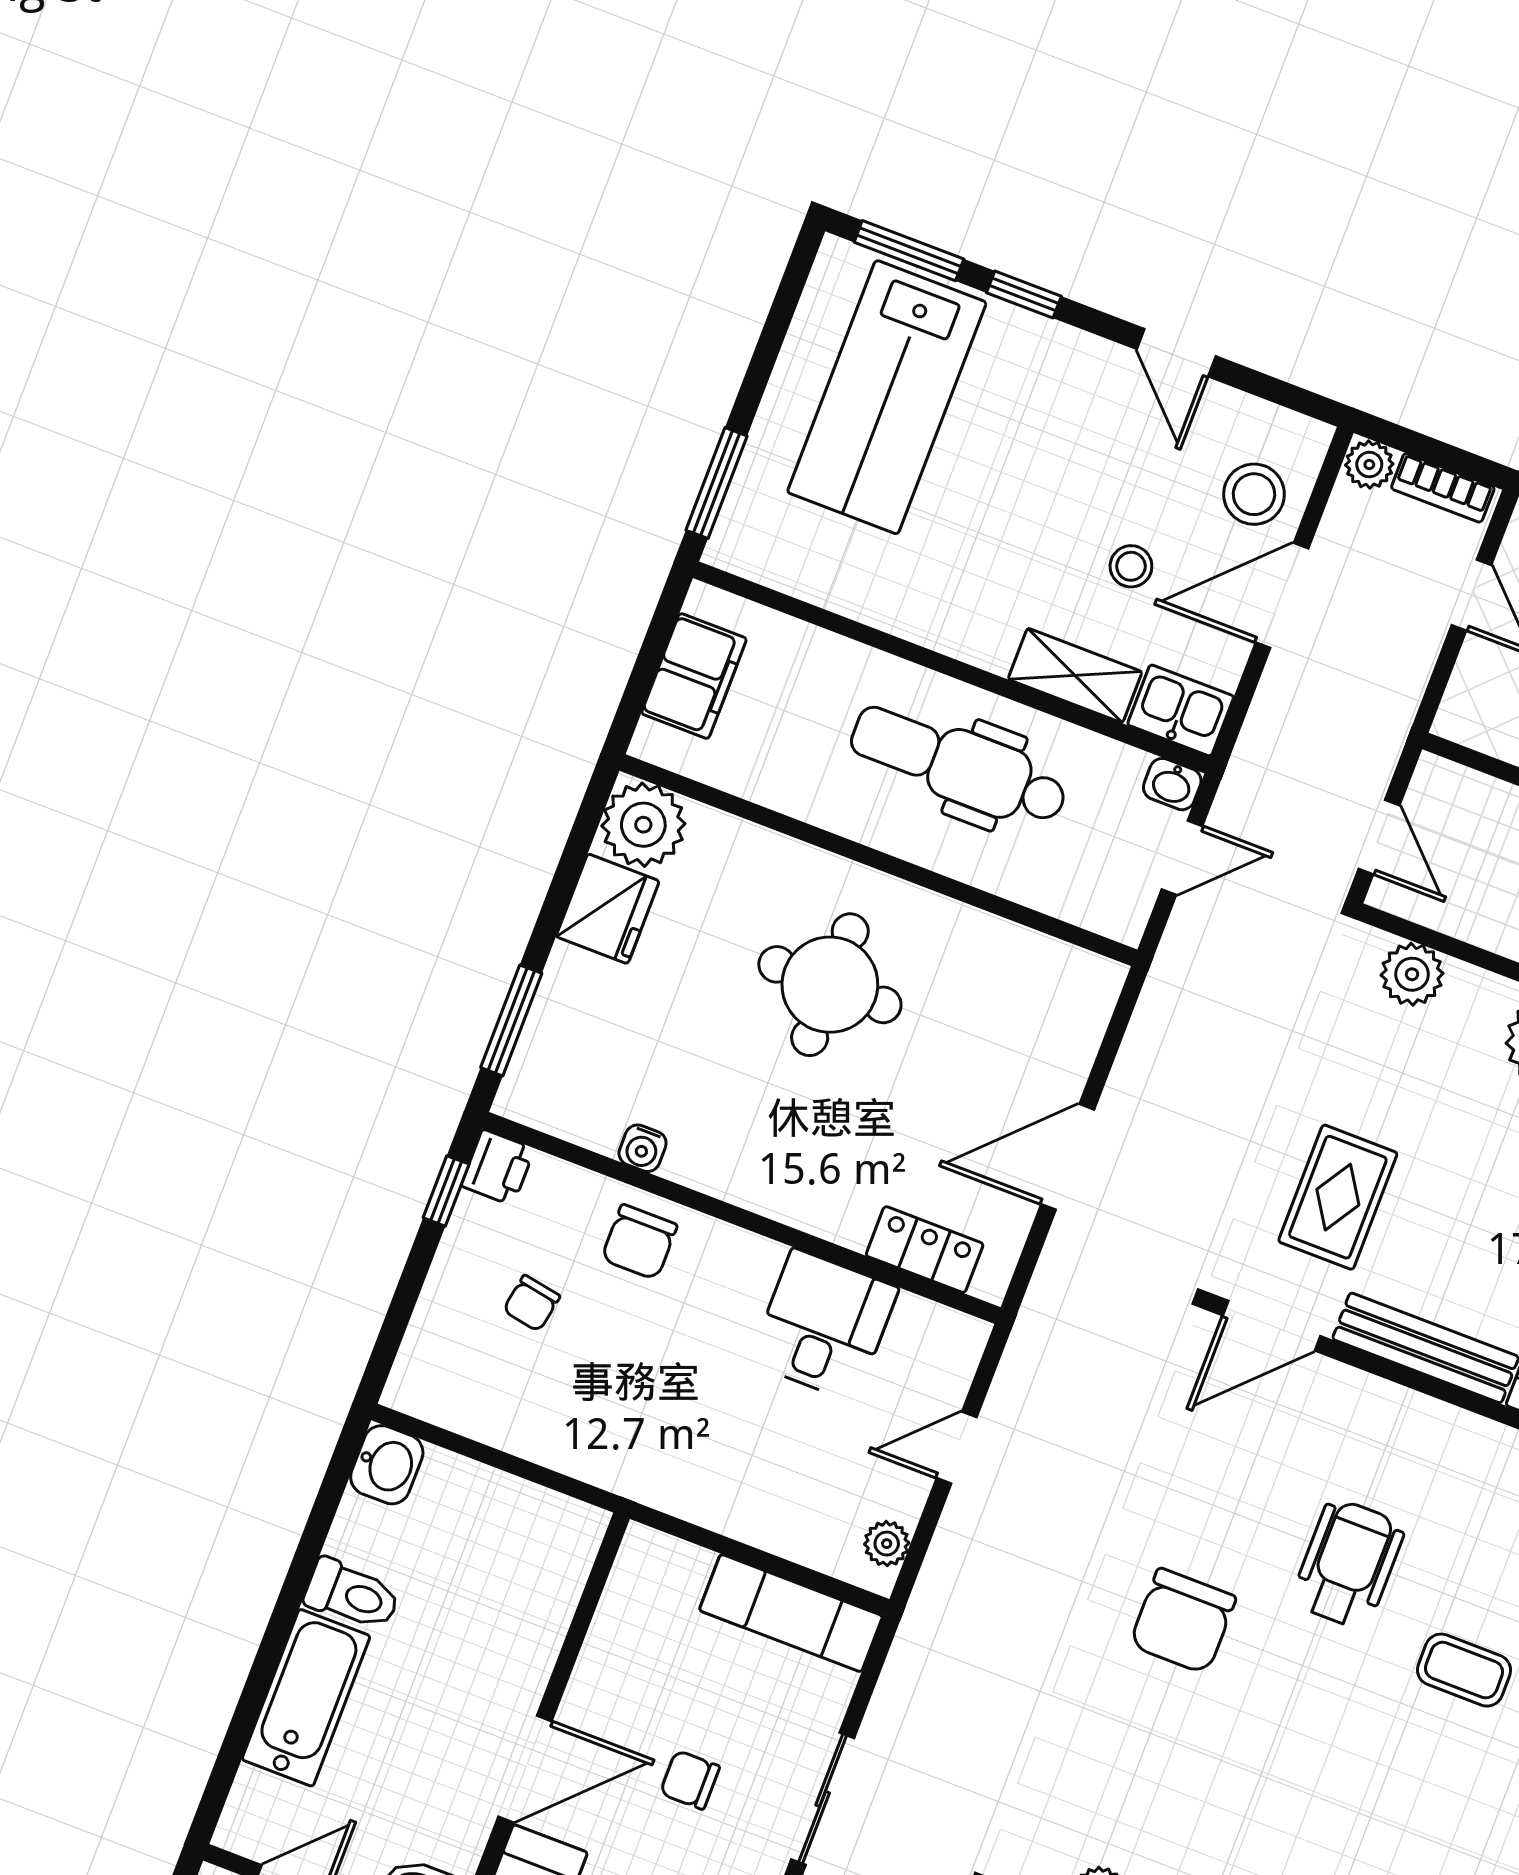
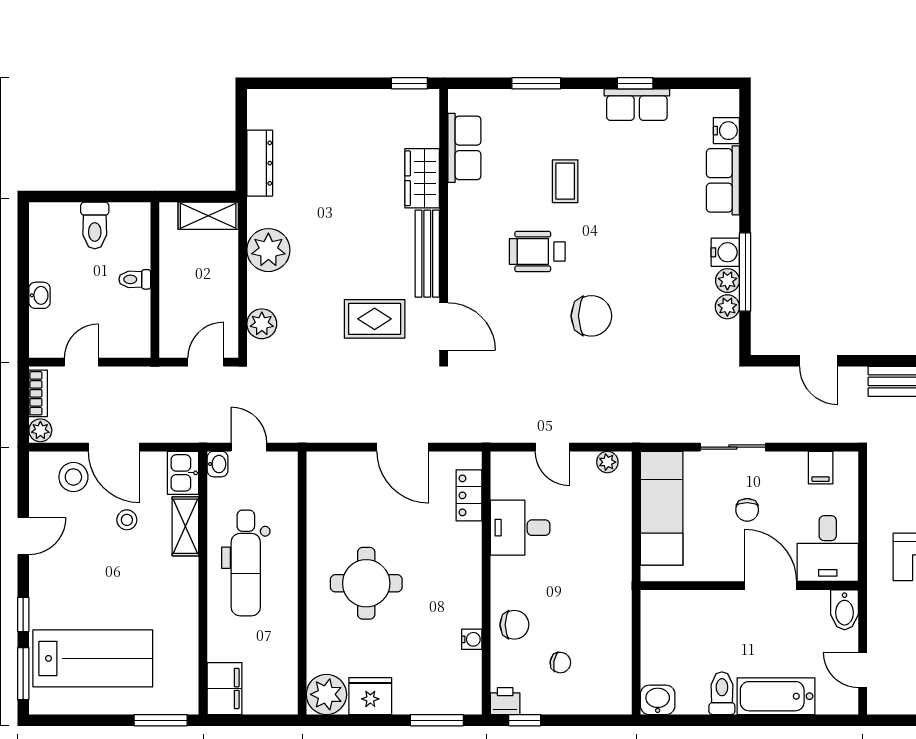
filing cabinet: (694, 676) -> (225, 689), moved, turned 90
exam couch: (791, 1613) -> (662, 508), width x1.36, depth x1.45

